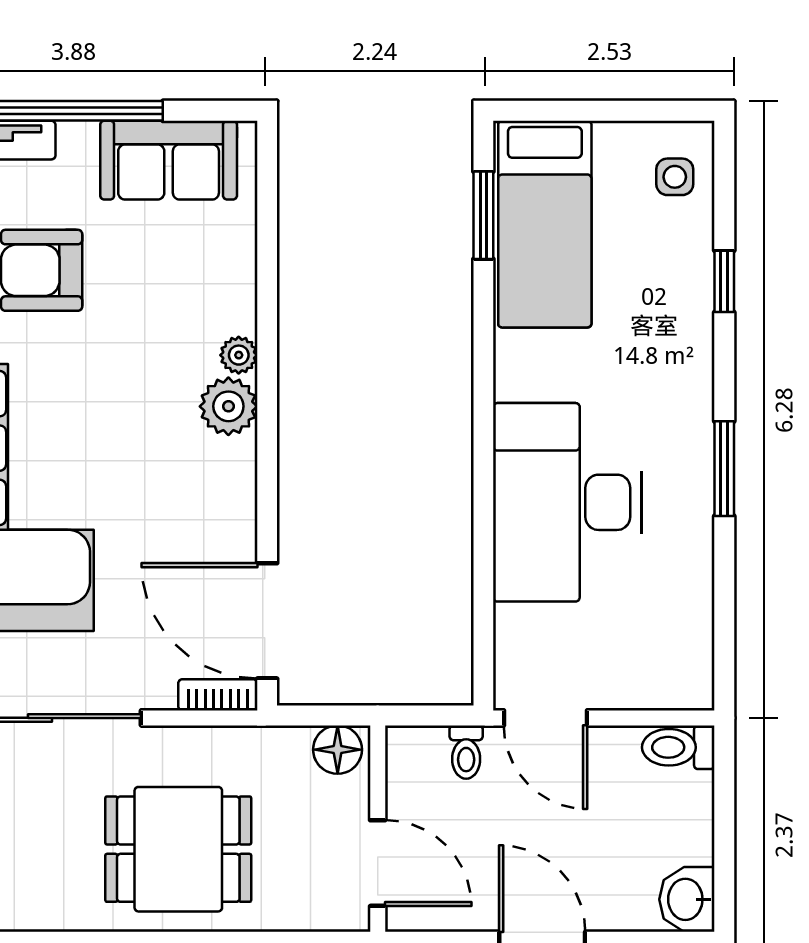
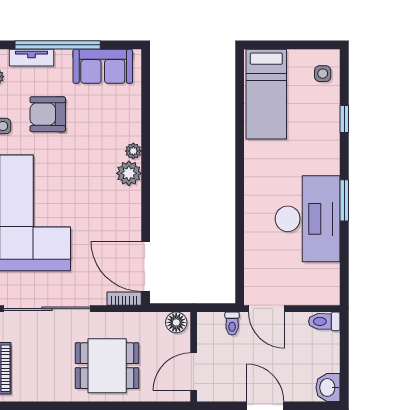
window: (483, 215) -> (240, 90), removed
desk: (568, 502) -> (308, 219), moved, turned 180
door: (378, 863) -> (194, 372), swing flipped

